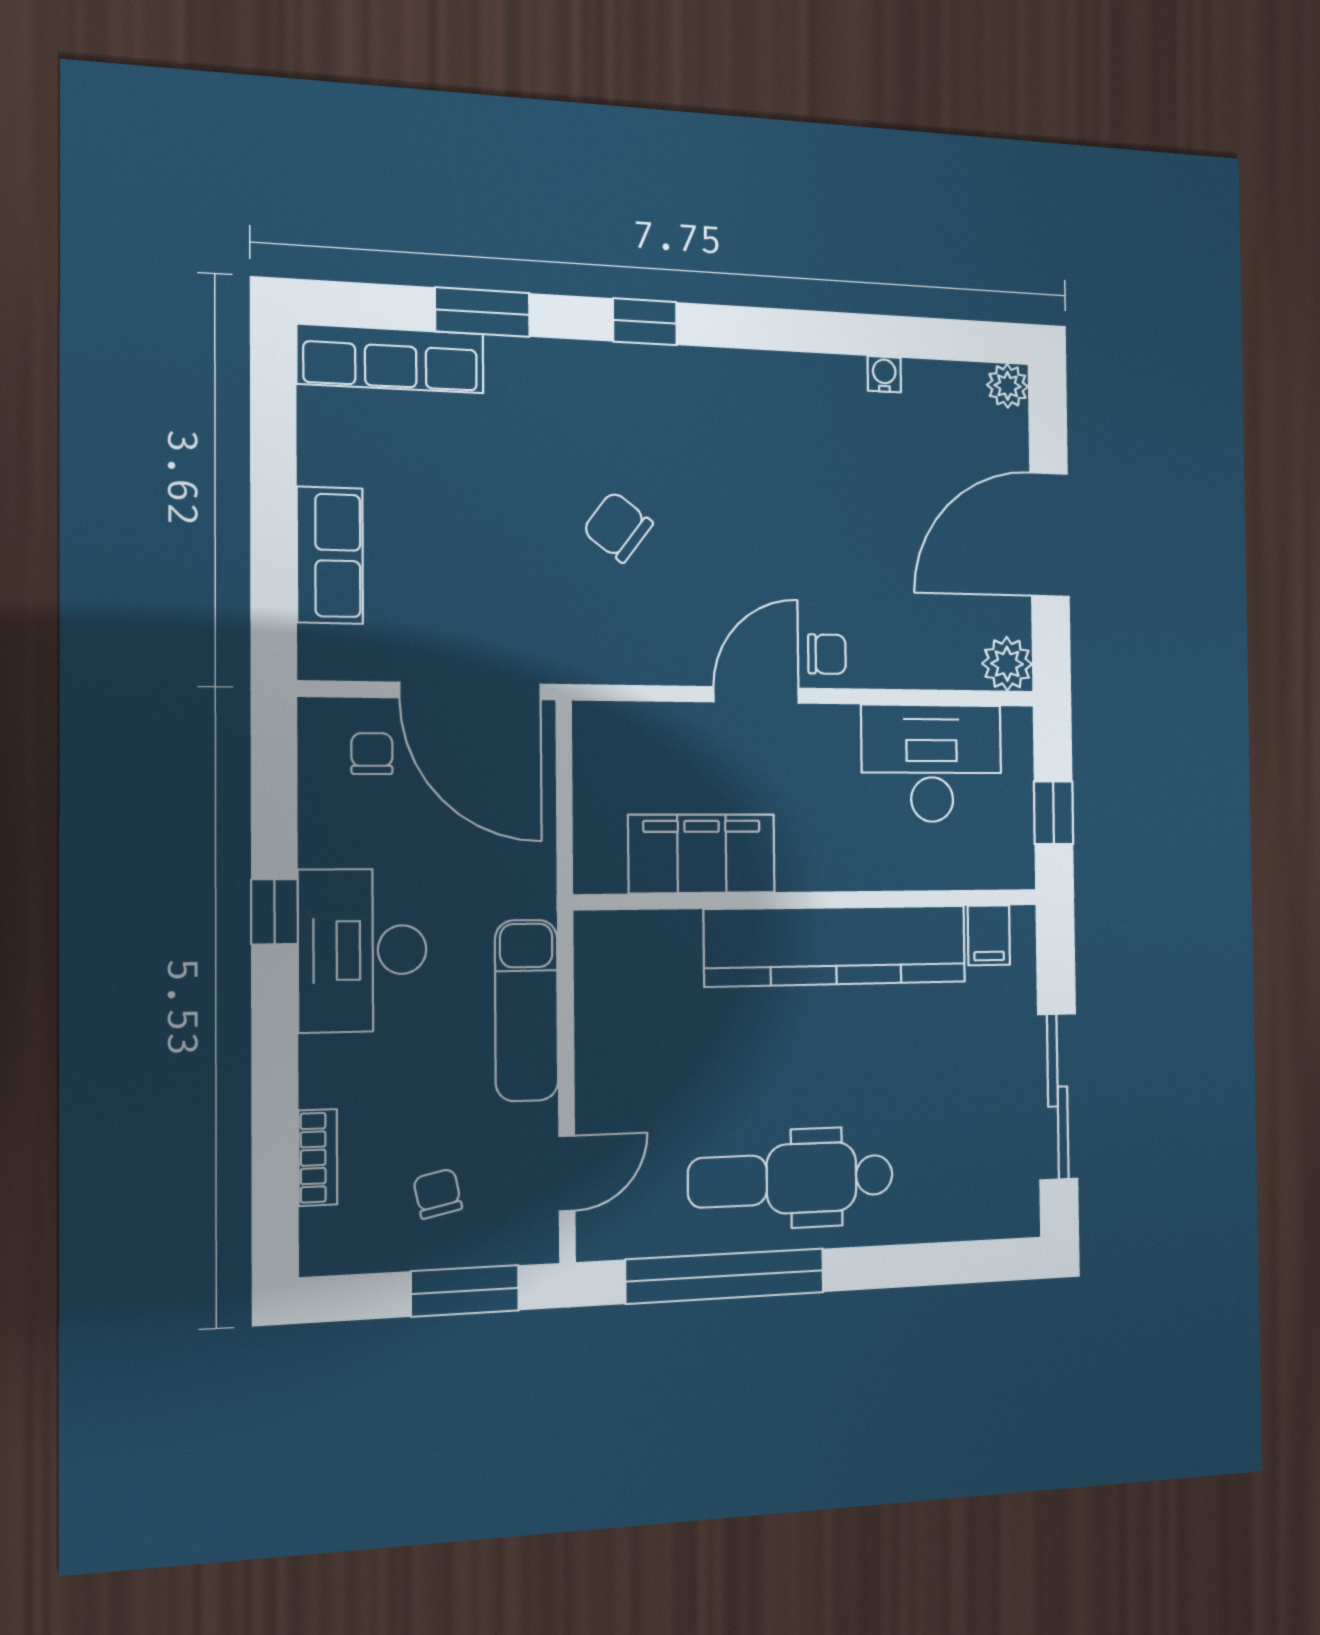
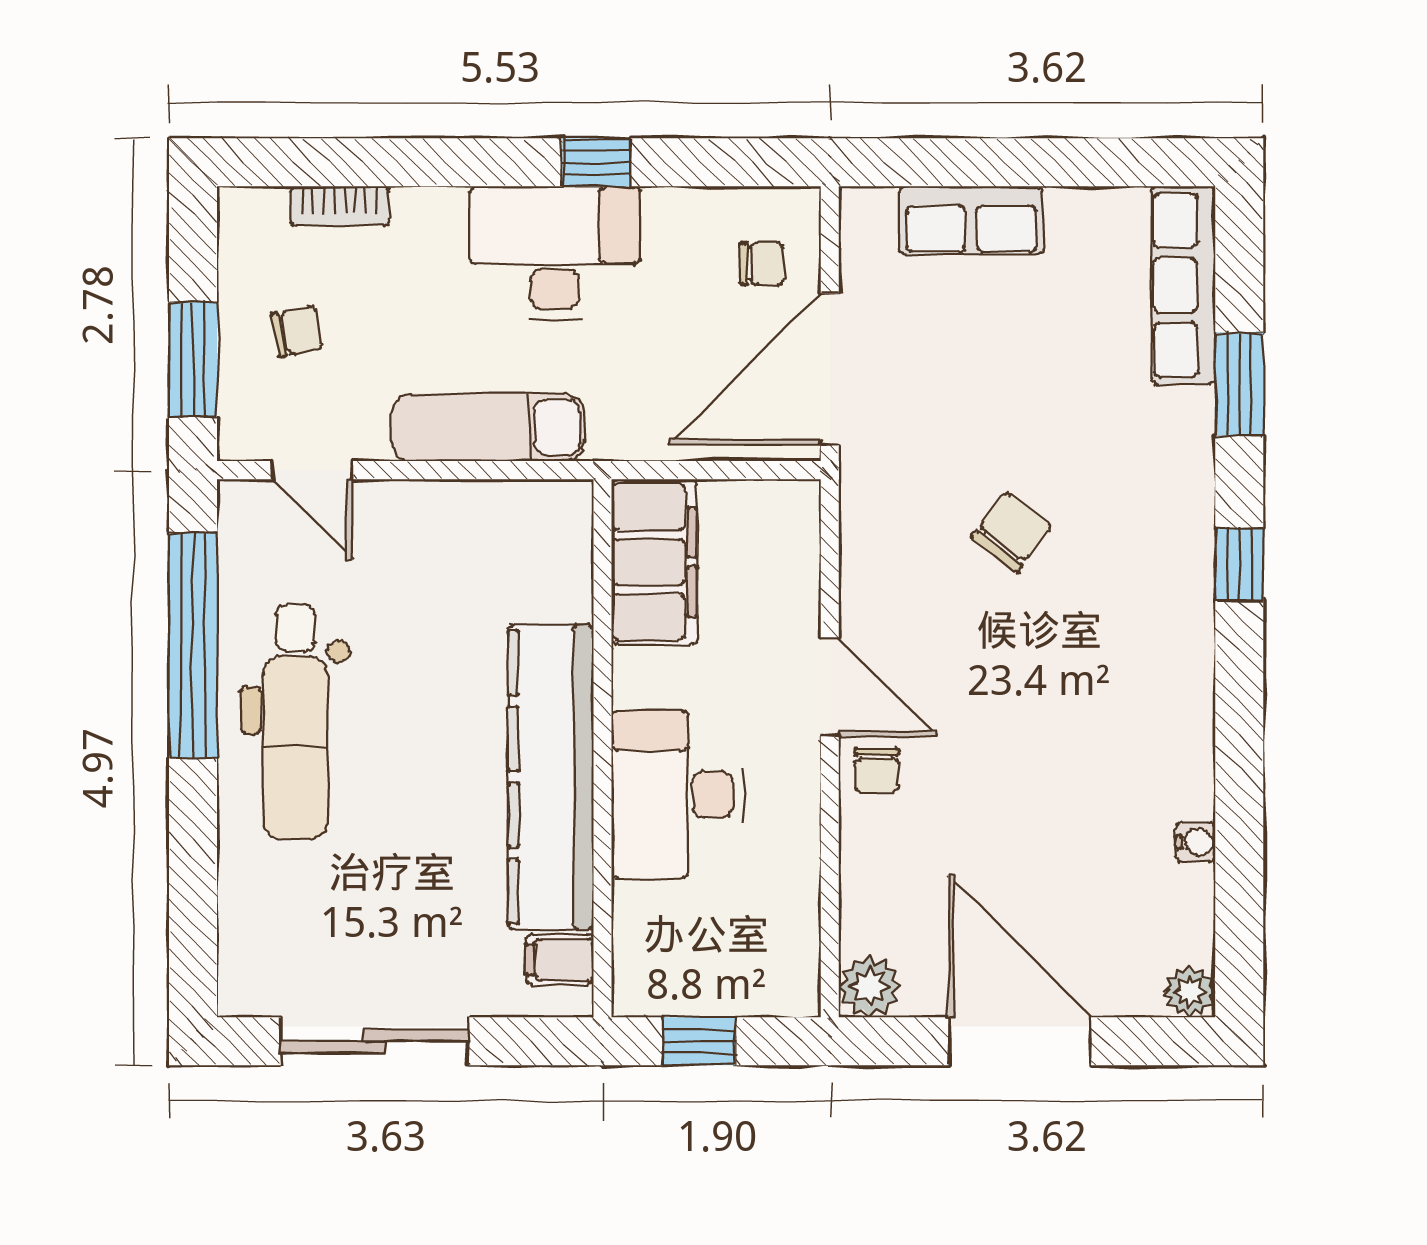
desk: (932, 763) -> (677, 795), moved, turned 180
filing cabinet: (702, 854) -> (654, 562), moved
dental chair: (791, 1179) -> (295, 722), turned 180

